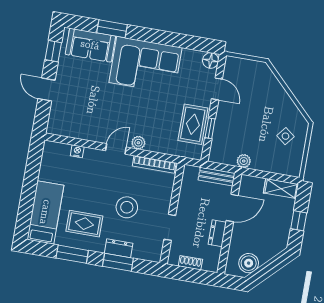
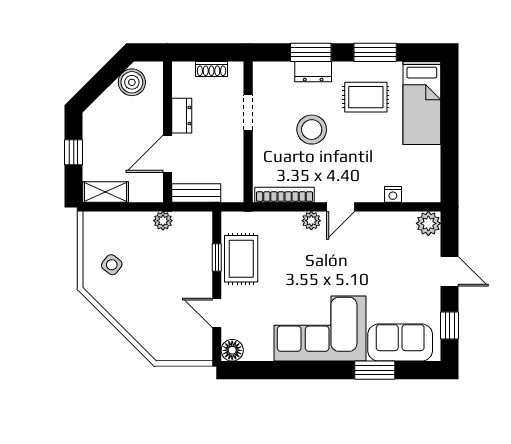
plant: (56, 126) -> (428, 223), added

